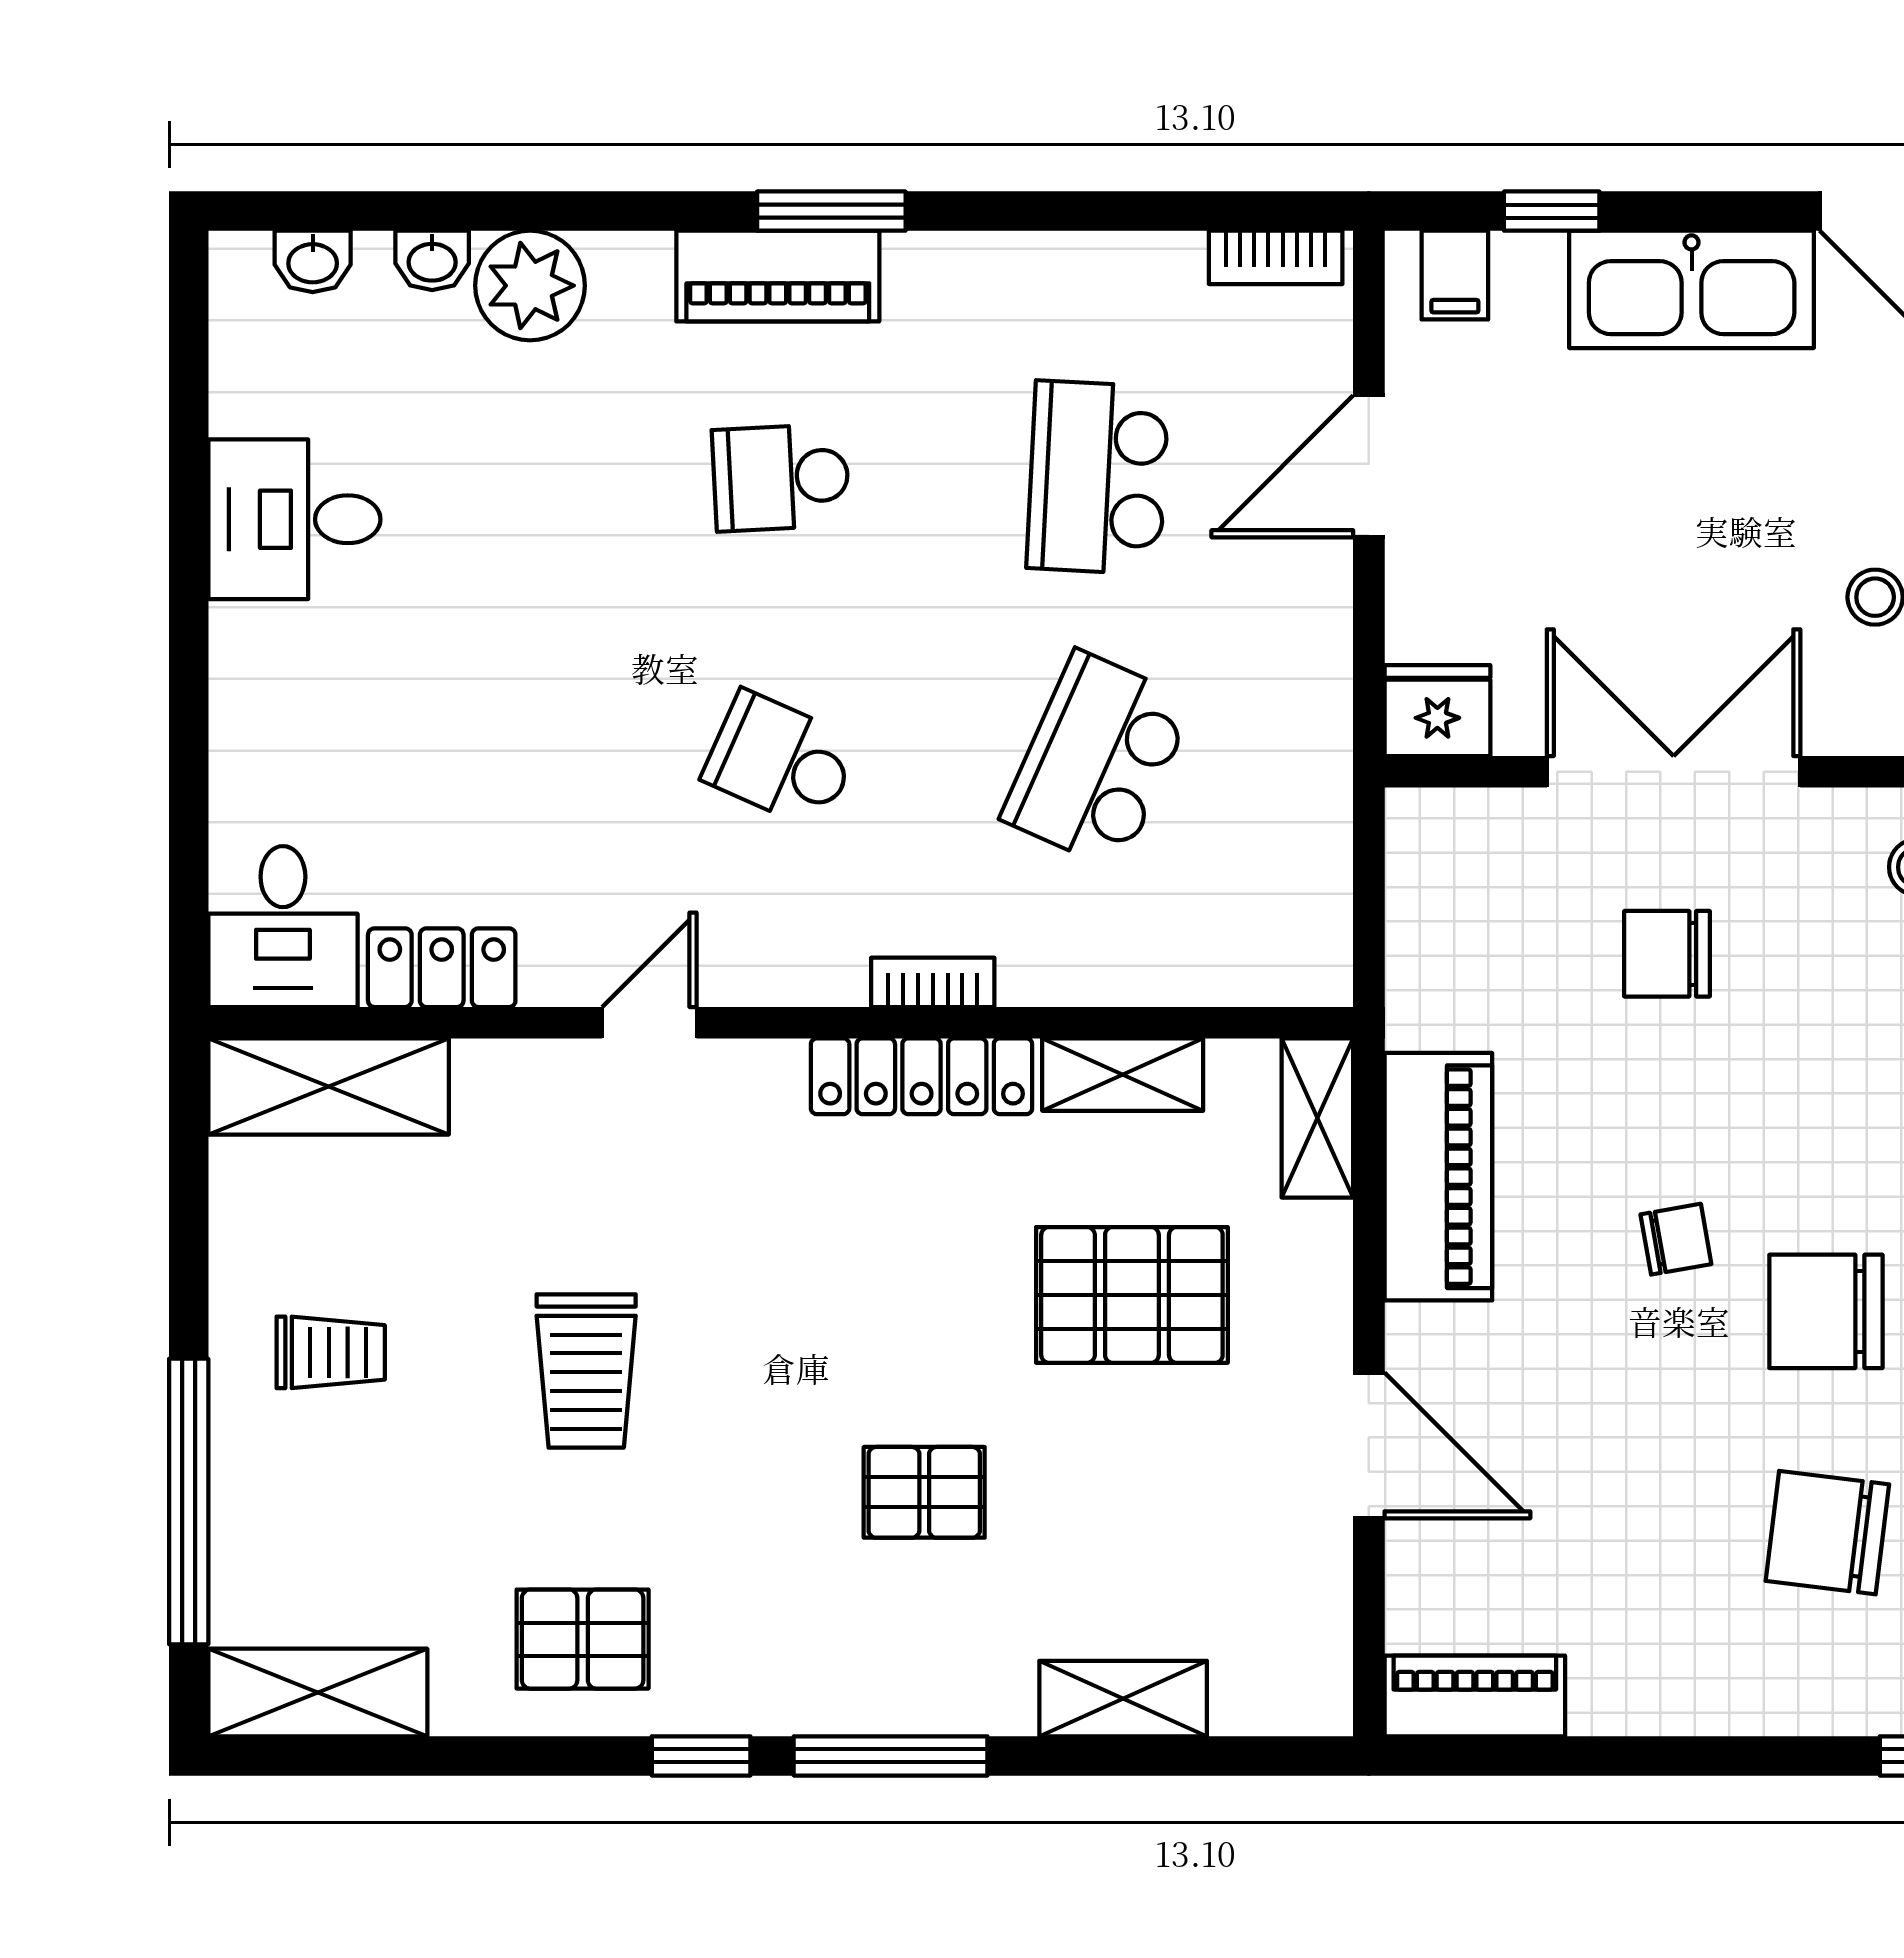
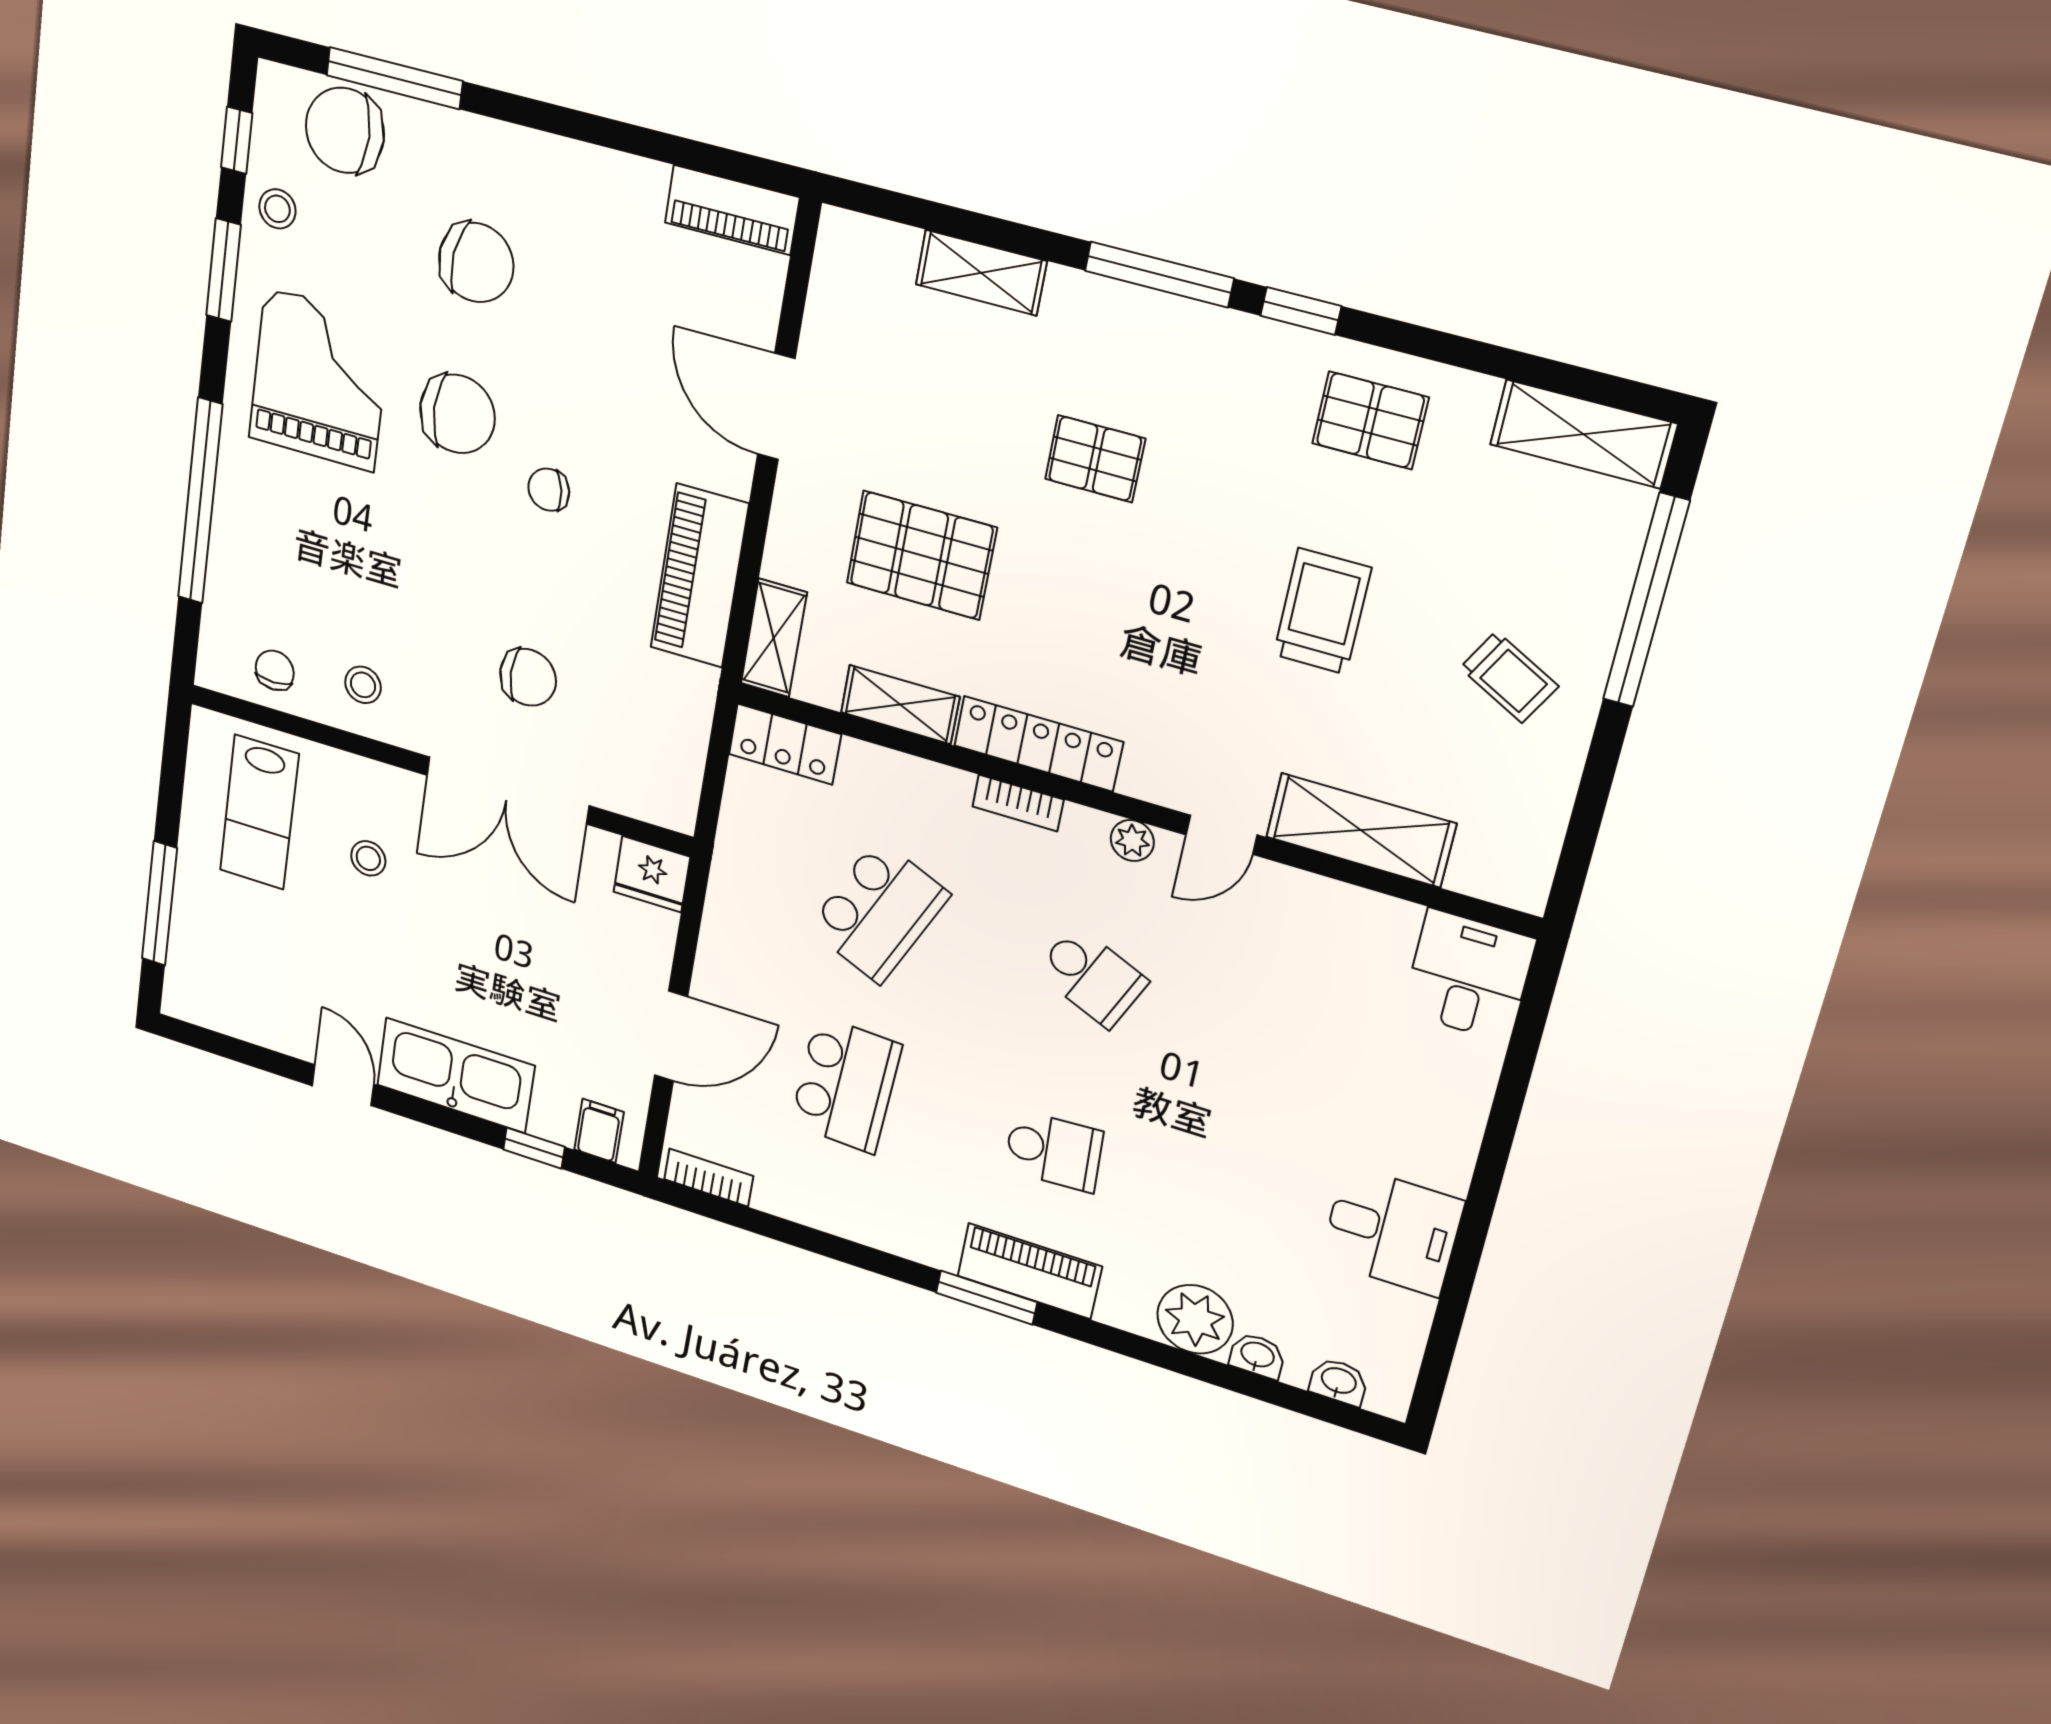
locker: (442, 968) -> (785, 744), moved
plant: (767, 977) -> (1132, 841), added
shelving: (329, 1086) -> (1361, 830), moved
trolley: (331, 1352) -> (1509, 677), turned -152

